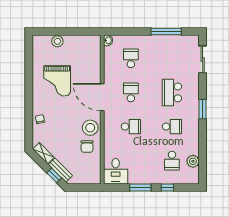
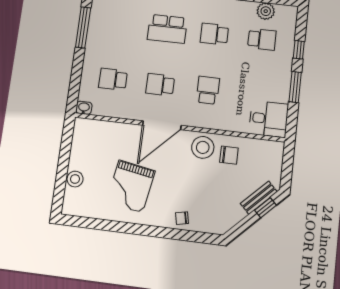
grand piano: (57, 81) -> (131, 186), turned 100
school desk: (172, 127) -> (214, 34), turned -90
shelving: (43, 153) -> (232, 219), removed

